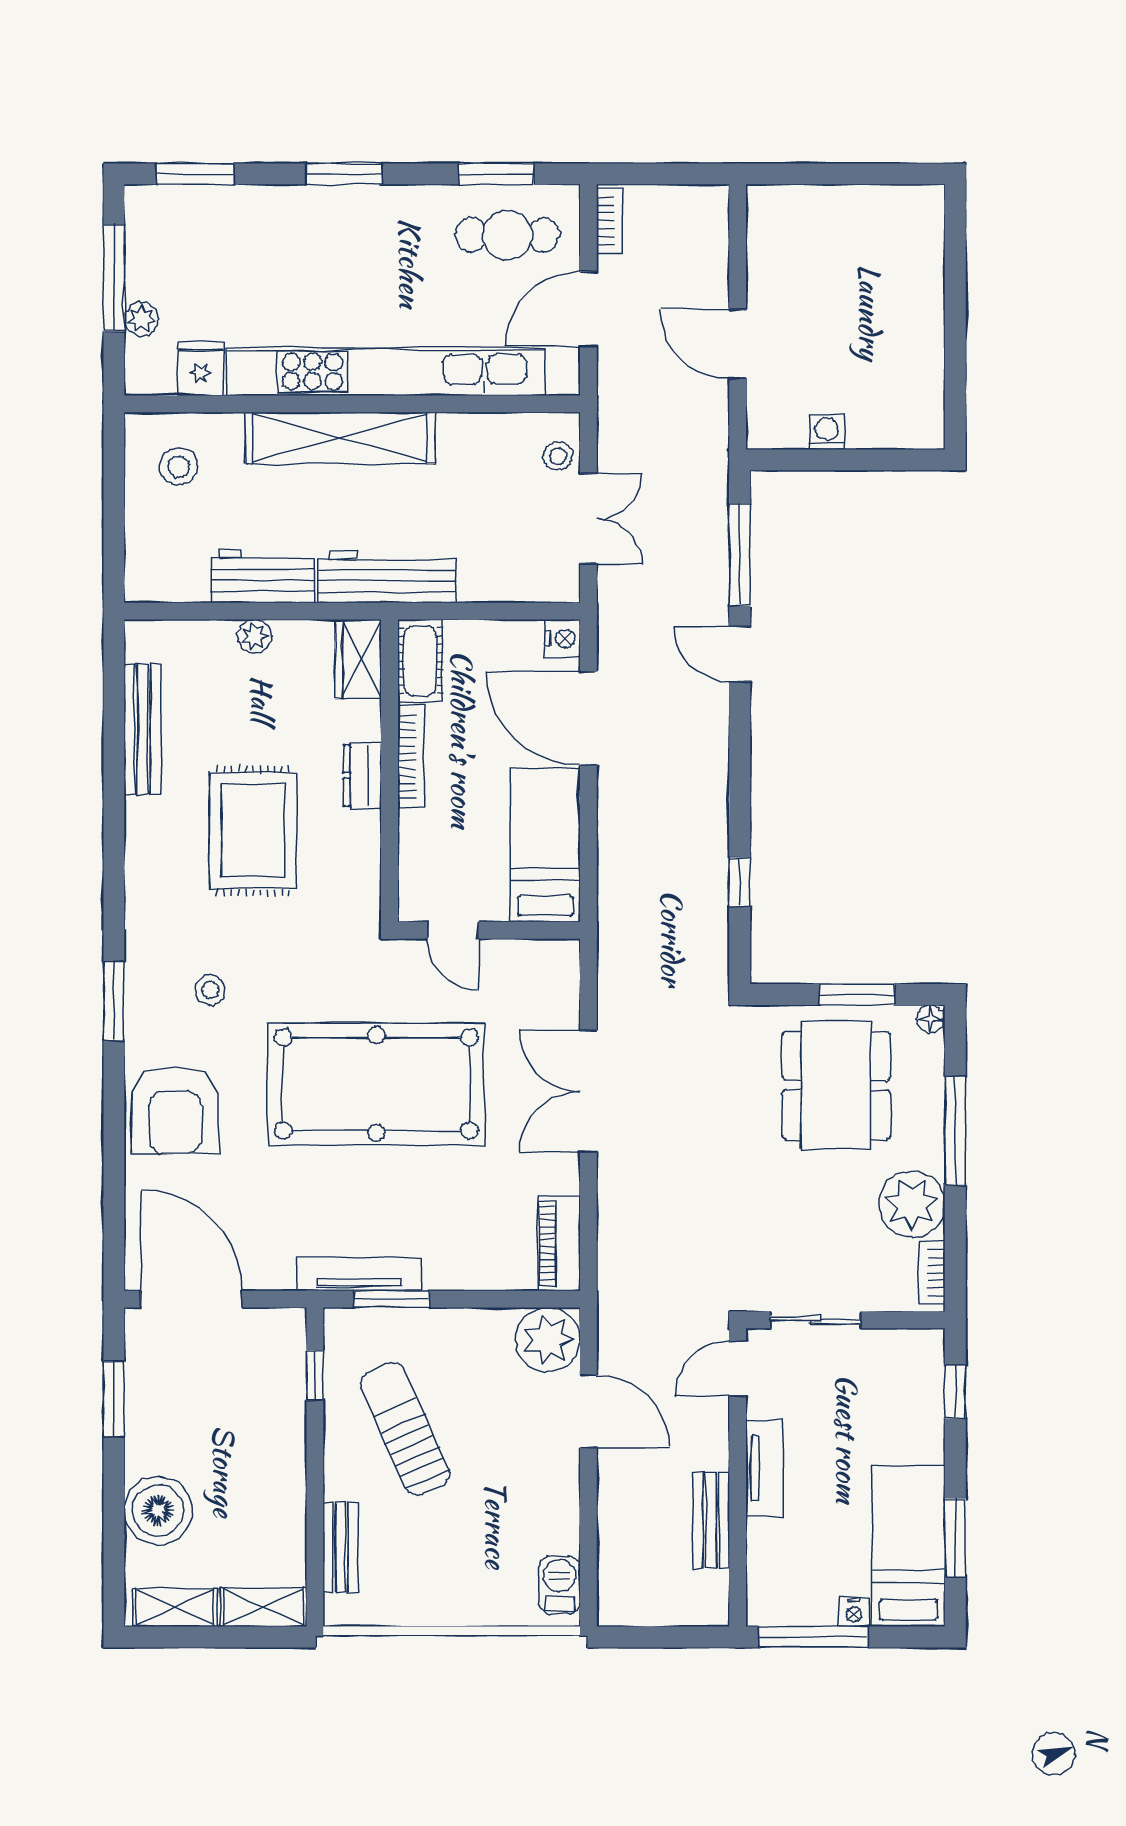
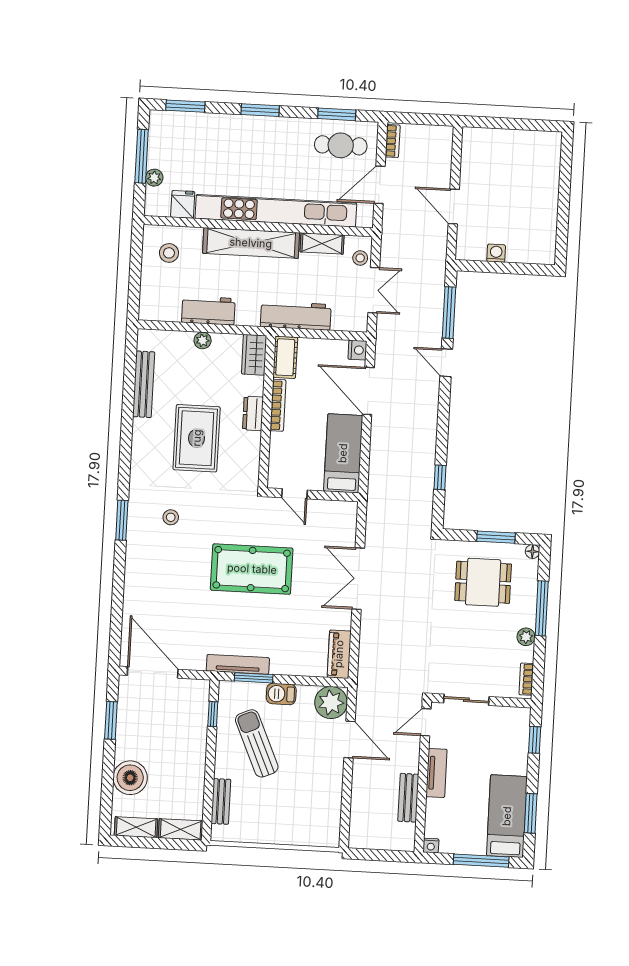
shelving: (481, 431) -> (322, 243), added
workbench: (387, 577) -> (296, 316), moved
pool table: (376, 1084) -> (252, 569), width x0.73, depth x0.76
dining table: (836, 1085) -> (483, 582), width x0.73
armchair: (175, 1110) -> (150, 577), removed
plant: (912, 1204) -> (526, 637), width x0.53, depth x0.53
barbecue: (559, 1585) -> (281, 694), moved, turned -90
nightstand: (854, 1612) -> (431, 846), moved
window: (814, 1637) -> (481, 861), moved

